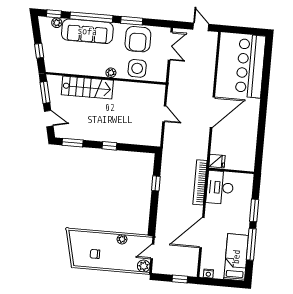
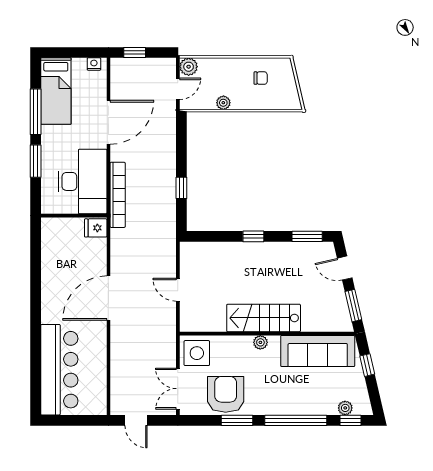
sofa: (87, 31) -> (318, 351), moved, turned 180
side table: (137, 68) -> (197, 353), moved
stairs: (87, 88) -> (264, 318), moved
desk: (220, 187) -> (83, 181), width x1.36, depth x1.30

